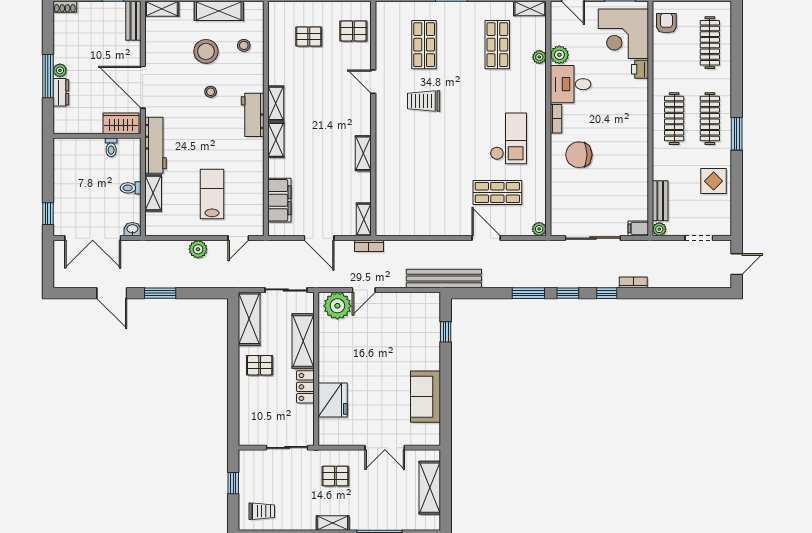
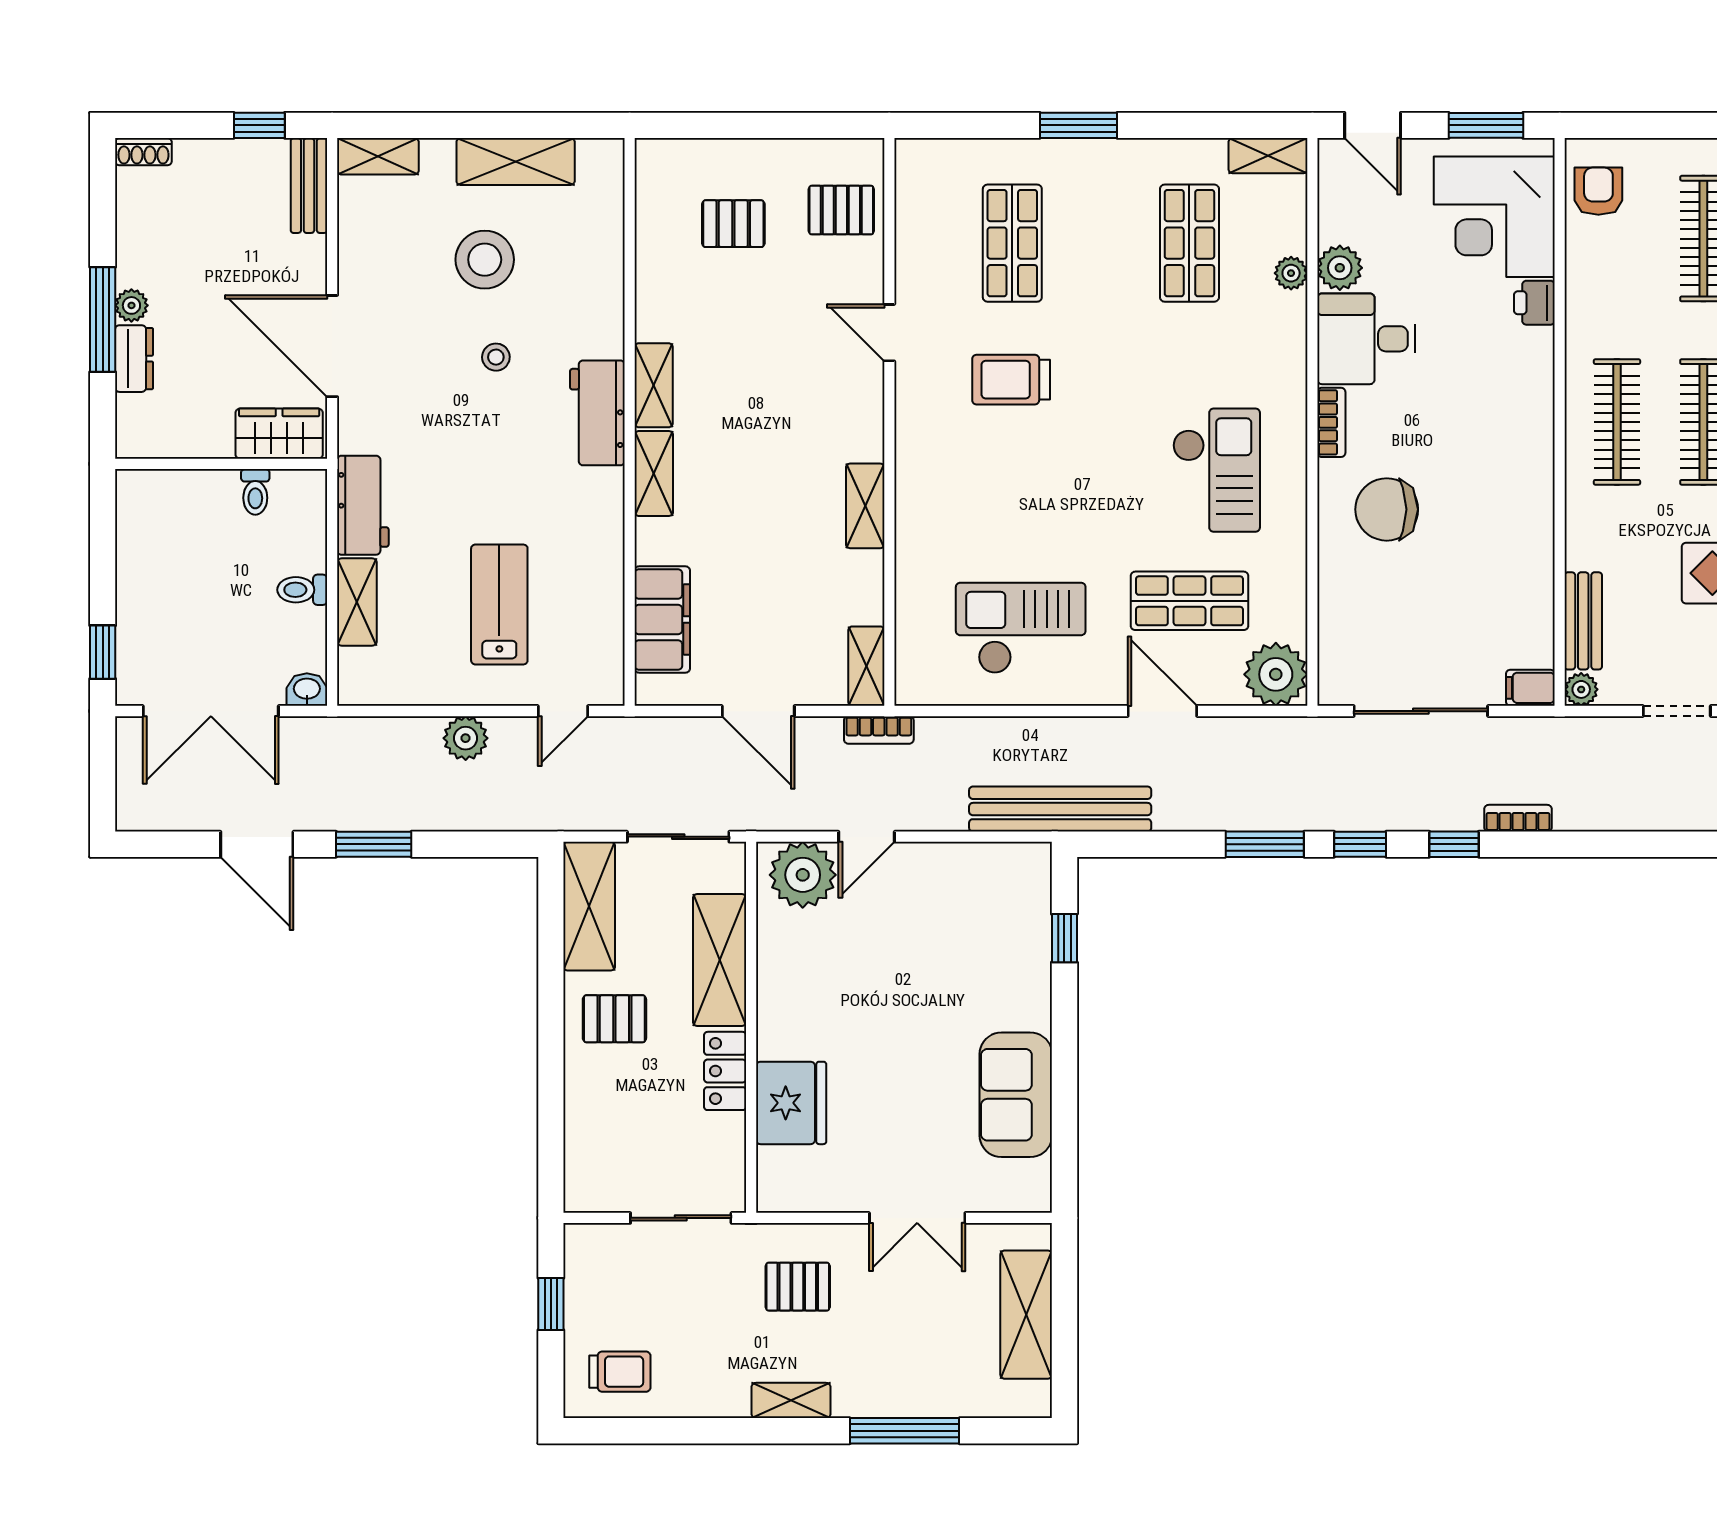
stool: (244, 45) -> (576, 245), removed
workbench: (156, 145) -> (363, 505), width x0.73
checkout: (428, 204) -> (1021, 628), added
plant: (539, 229) -> (1276, 674), width x1.88, depth x1.88

